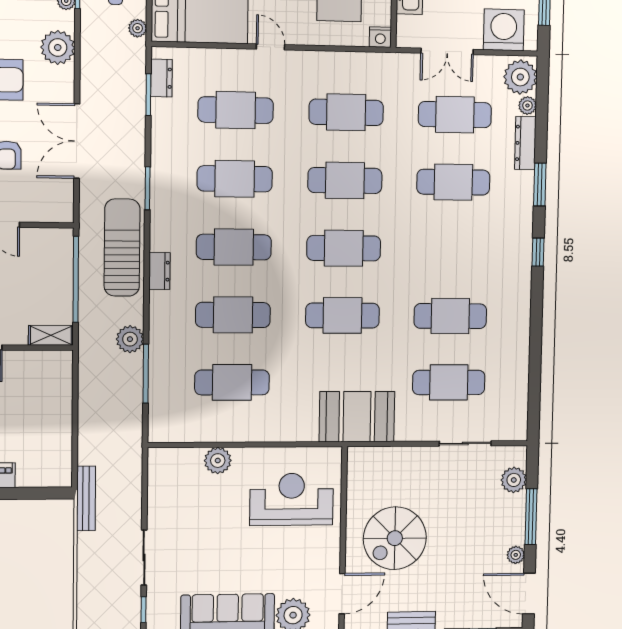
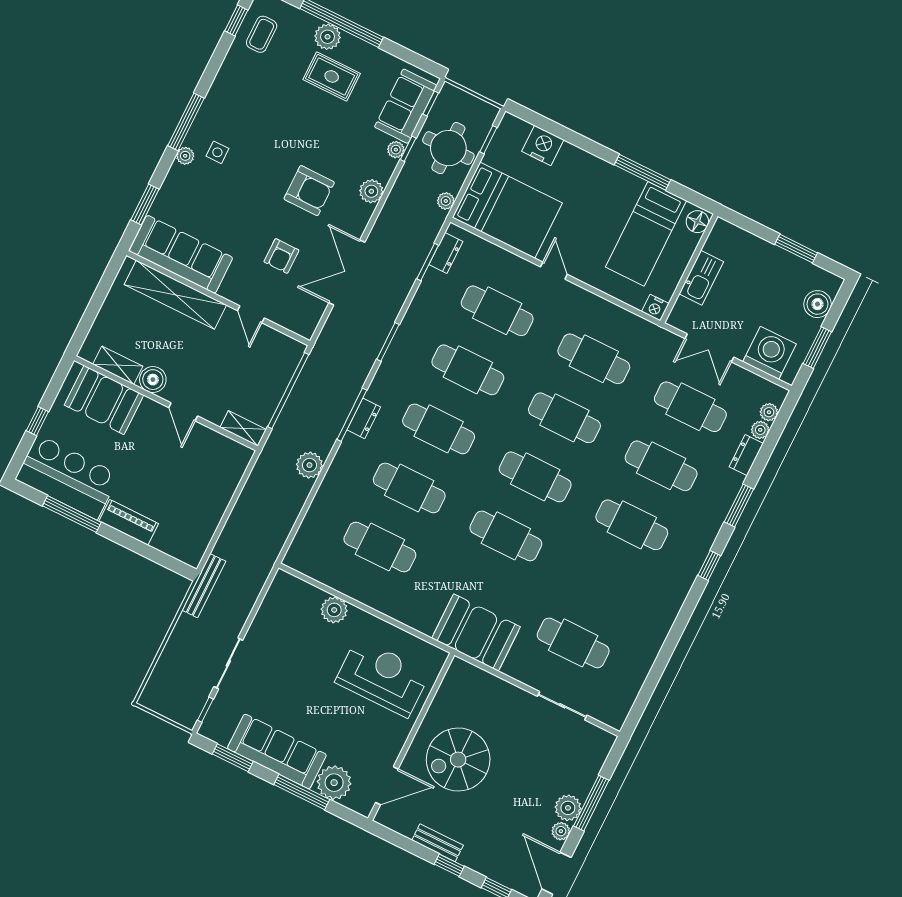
plant: (58, 47) -> (371, 191), width x0.73, depth x0.73
plant: (520, 77) -> (769, 412), width x0.53, depth x0.53
dresser: (525, 143) -> (746, 455), width x0.70
sun lounger: (122, 248) -> (341, 382), removed
cafe table: (450, 316) -> (632, 525), moved
window: (146, 374) -> (352, 415), moved
plant: (514, 480) -> (568, 808), moved

